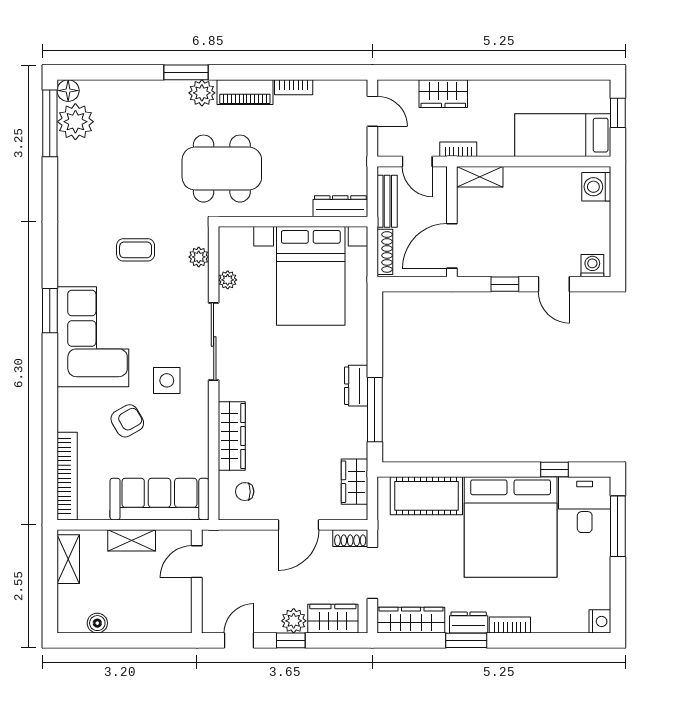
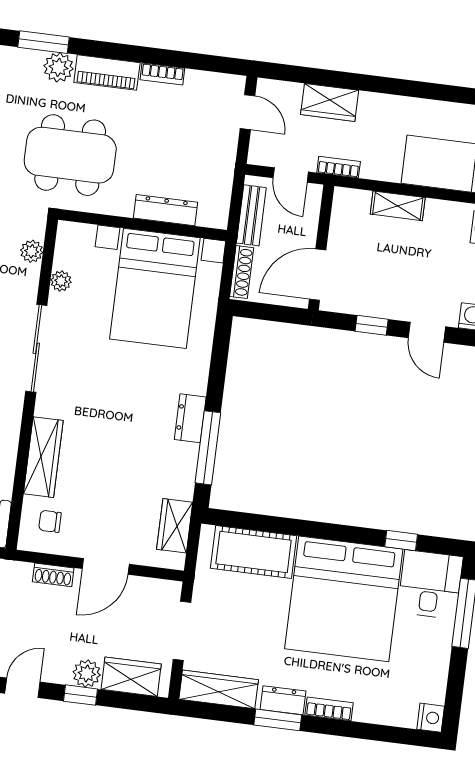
shelving: (480, 177) -> (398, 206), moved
dresser: (340, 206) -> (165, 210), moved
shoe rack: (350, 538) -> (53, 575), moved

